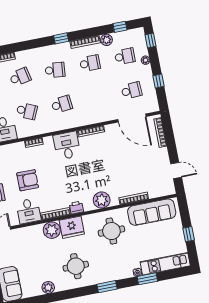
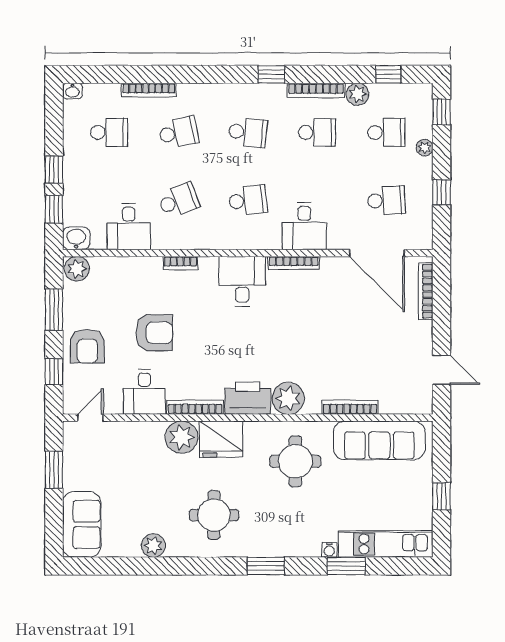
school desk: (27, 111) -> (178, 200), turned -45
desk: (93, 112) -> (304, 226), added
printer: (76, 208) -> (248, 398), width x1.87, depth x1.48

